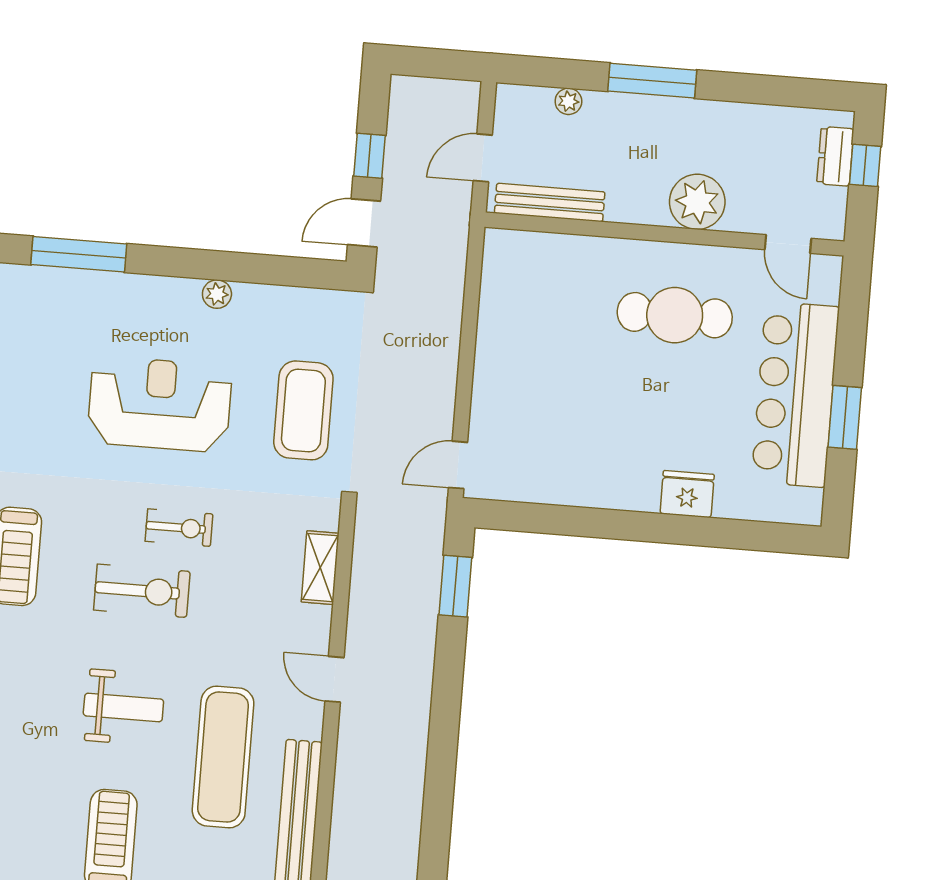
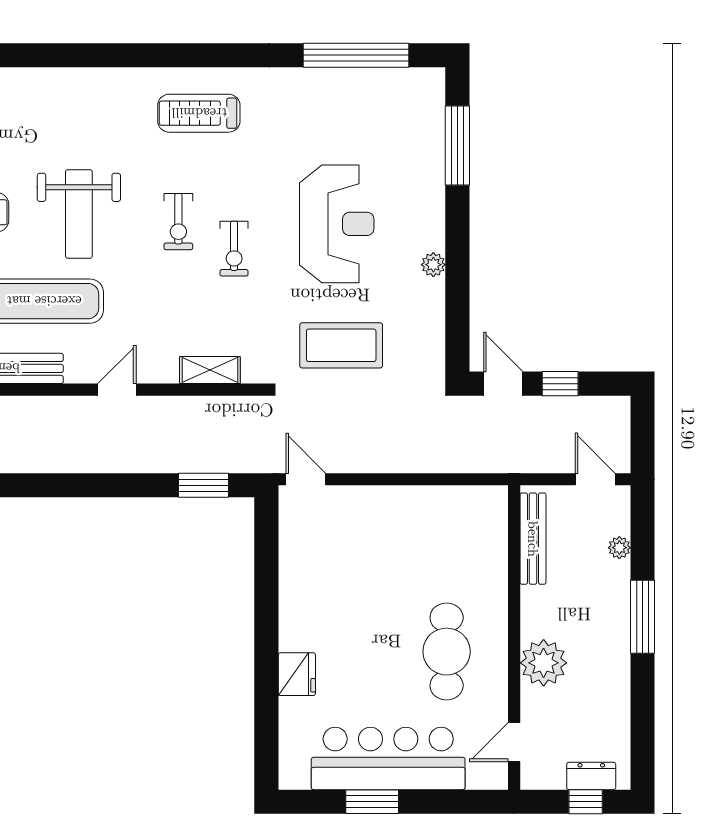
door: (483, 158) -> (595, 479), moved
exercise bike: (142, 591) -> (178, 222), width x0.73, depth x0.72
weight bench: (123, 707) -> (79, 214), width x1.36, depth x1.33

